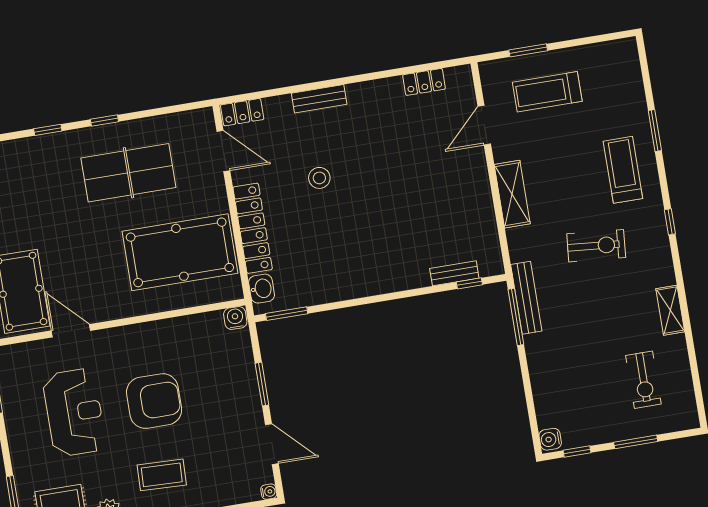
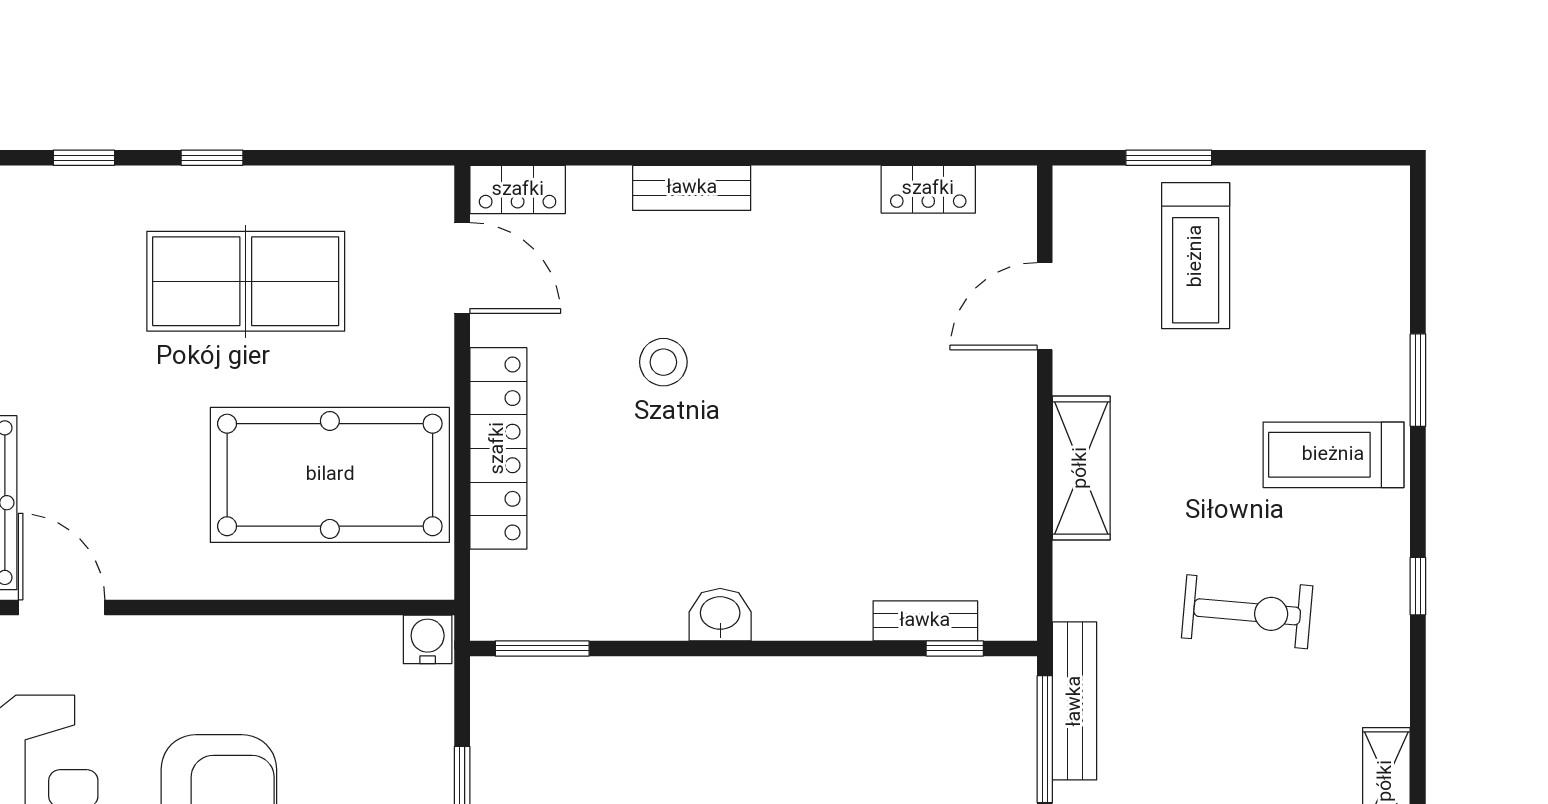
treadmill: (547, 92) -> (1196, 256), turned -90
treadmill: (623, 170) -> (1333, 455), turned -90
washbasin: (262, 289) -> (720, 615), moved, turned -90

